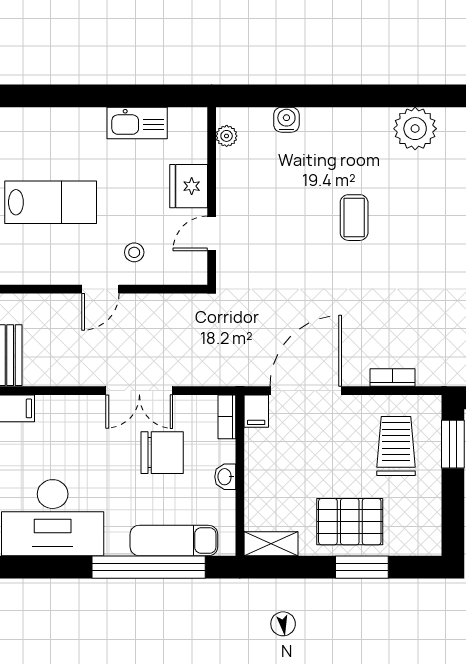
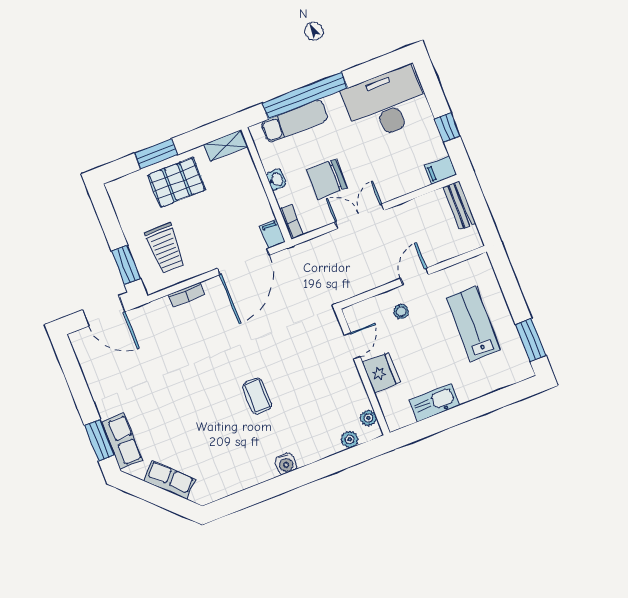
water cooler: (286, 120) -> (286, 464), moved
plant: (415, 129) -> (350, 439), moved, width x0.53, depth x0.53
lab bench: (51, 202) -> (473, 324), turned 90

